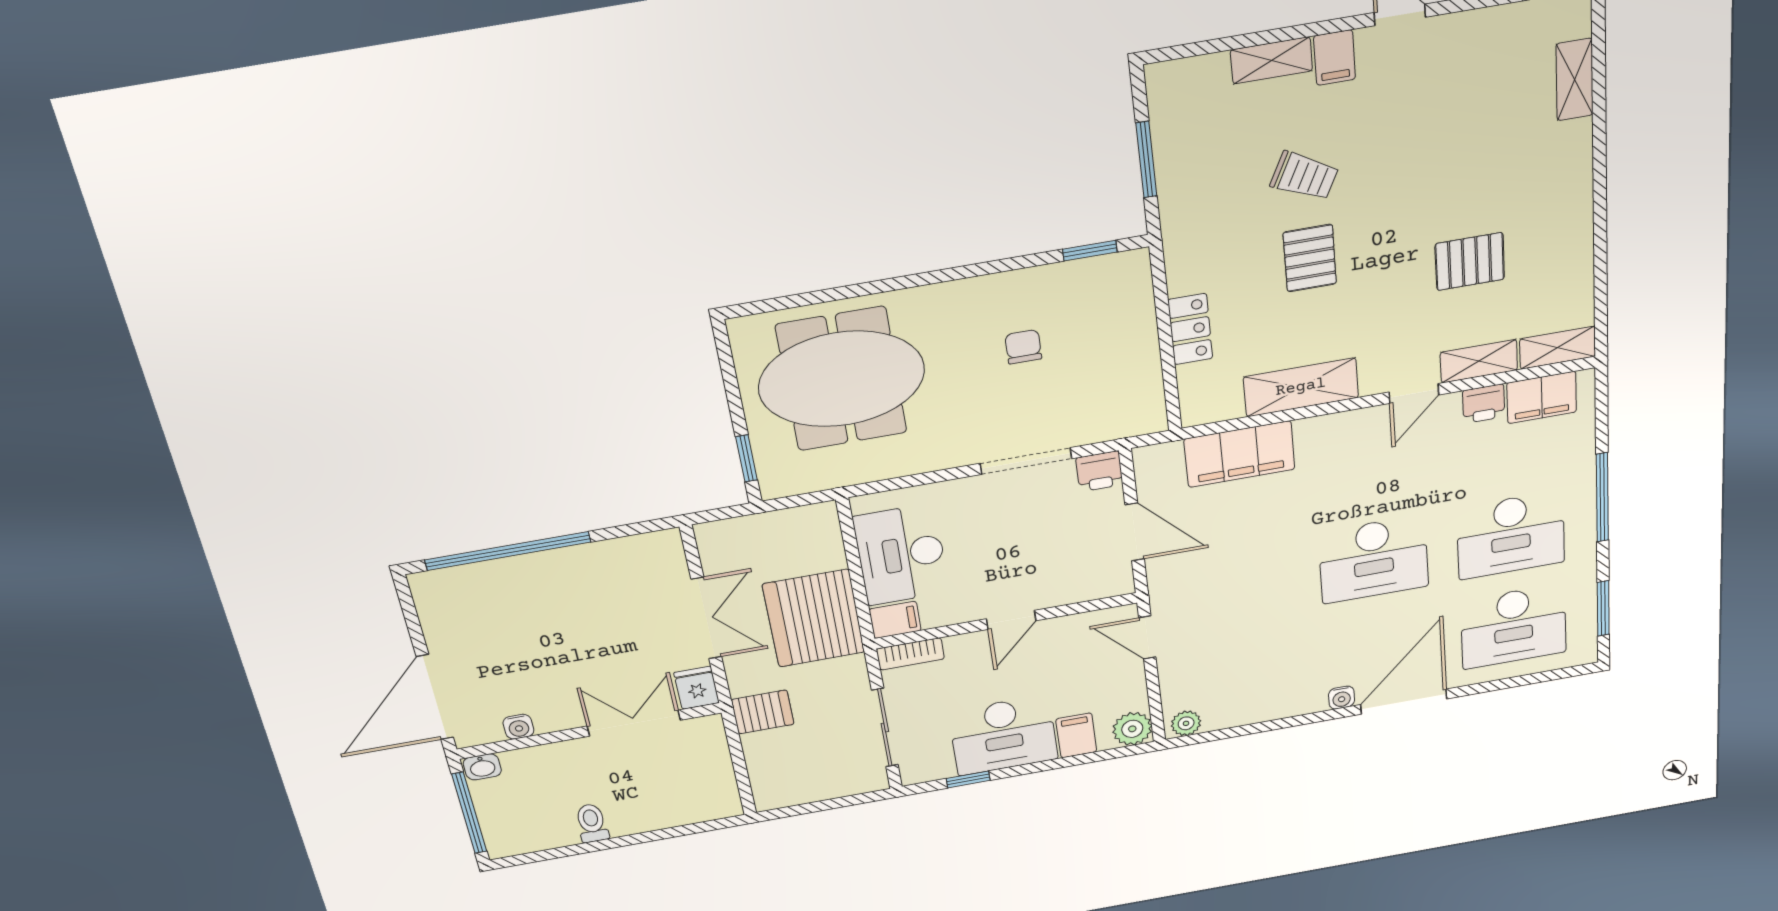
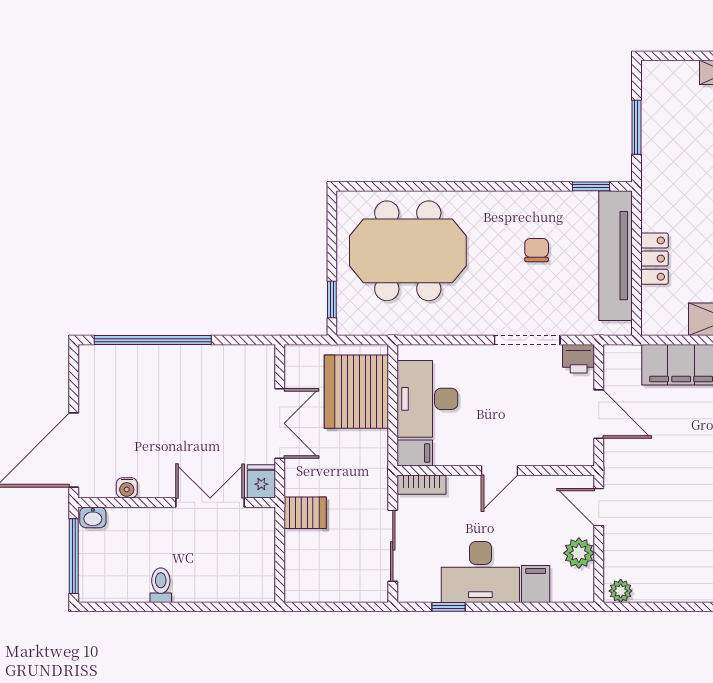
tv unit: (1135, 335) -> (615, 256), added
server rack: (814, 618) -> (356, 392), moved
plant: (1132, 729) -> (579, 553), moved

